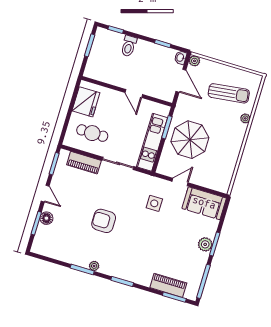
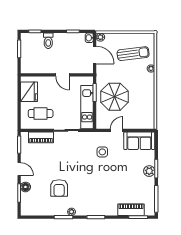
armchair: (104, 221) -> (59, 188), moved, turned -90

